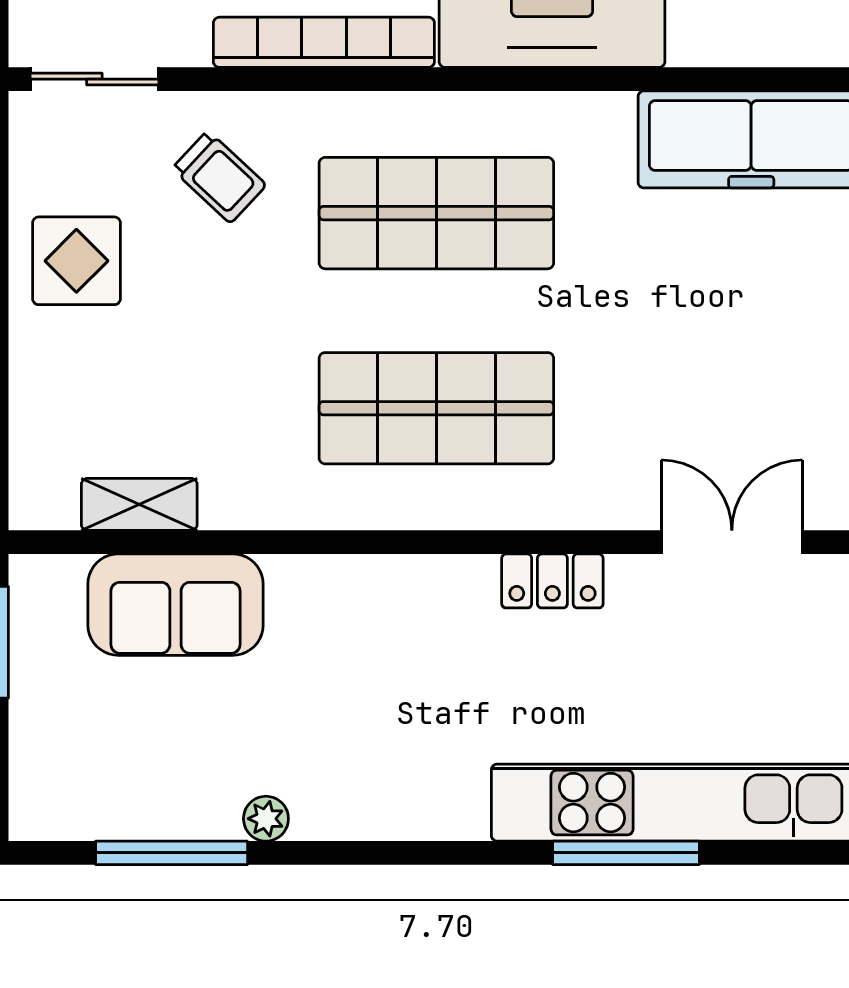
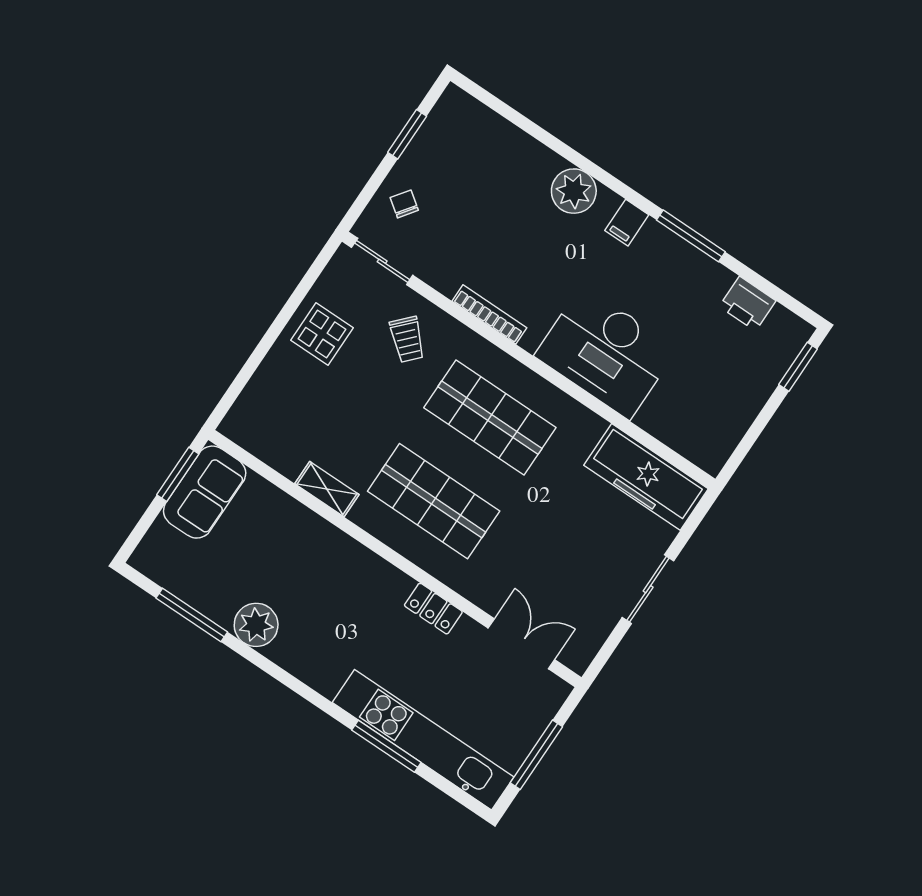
bookcase: (324, 42) -> (489, 314), width x0.68, depth x0.76
shelving: (139, 504) -> (327, 489), moved
sofa: (176, 605) -> (205, 492), moved, turned -90
plant: (266, 819) -> (256, 625), width x1.88, depth x1.88

